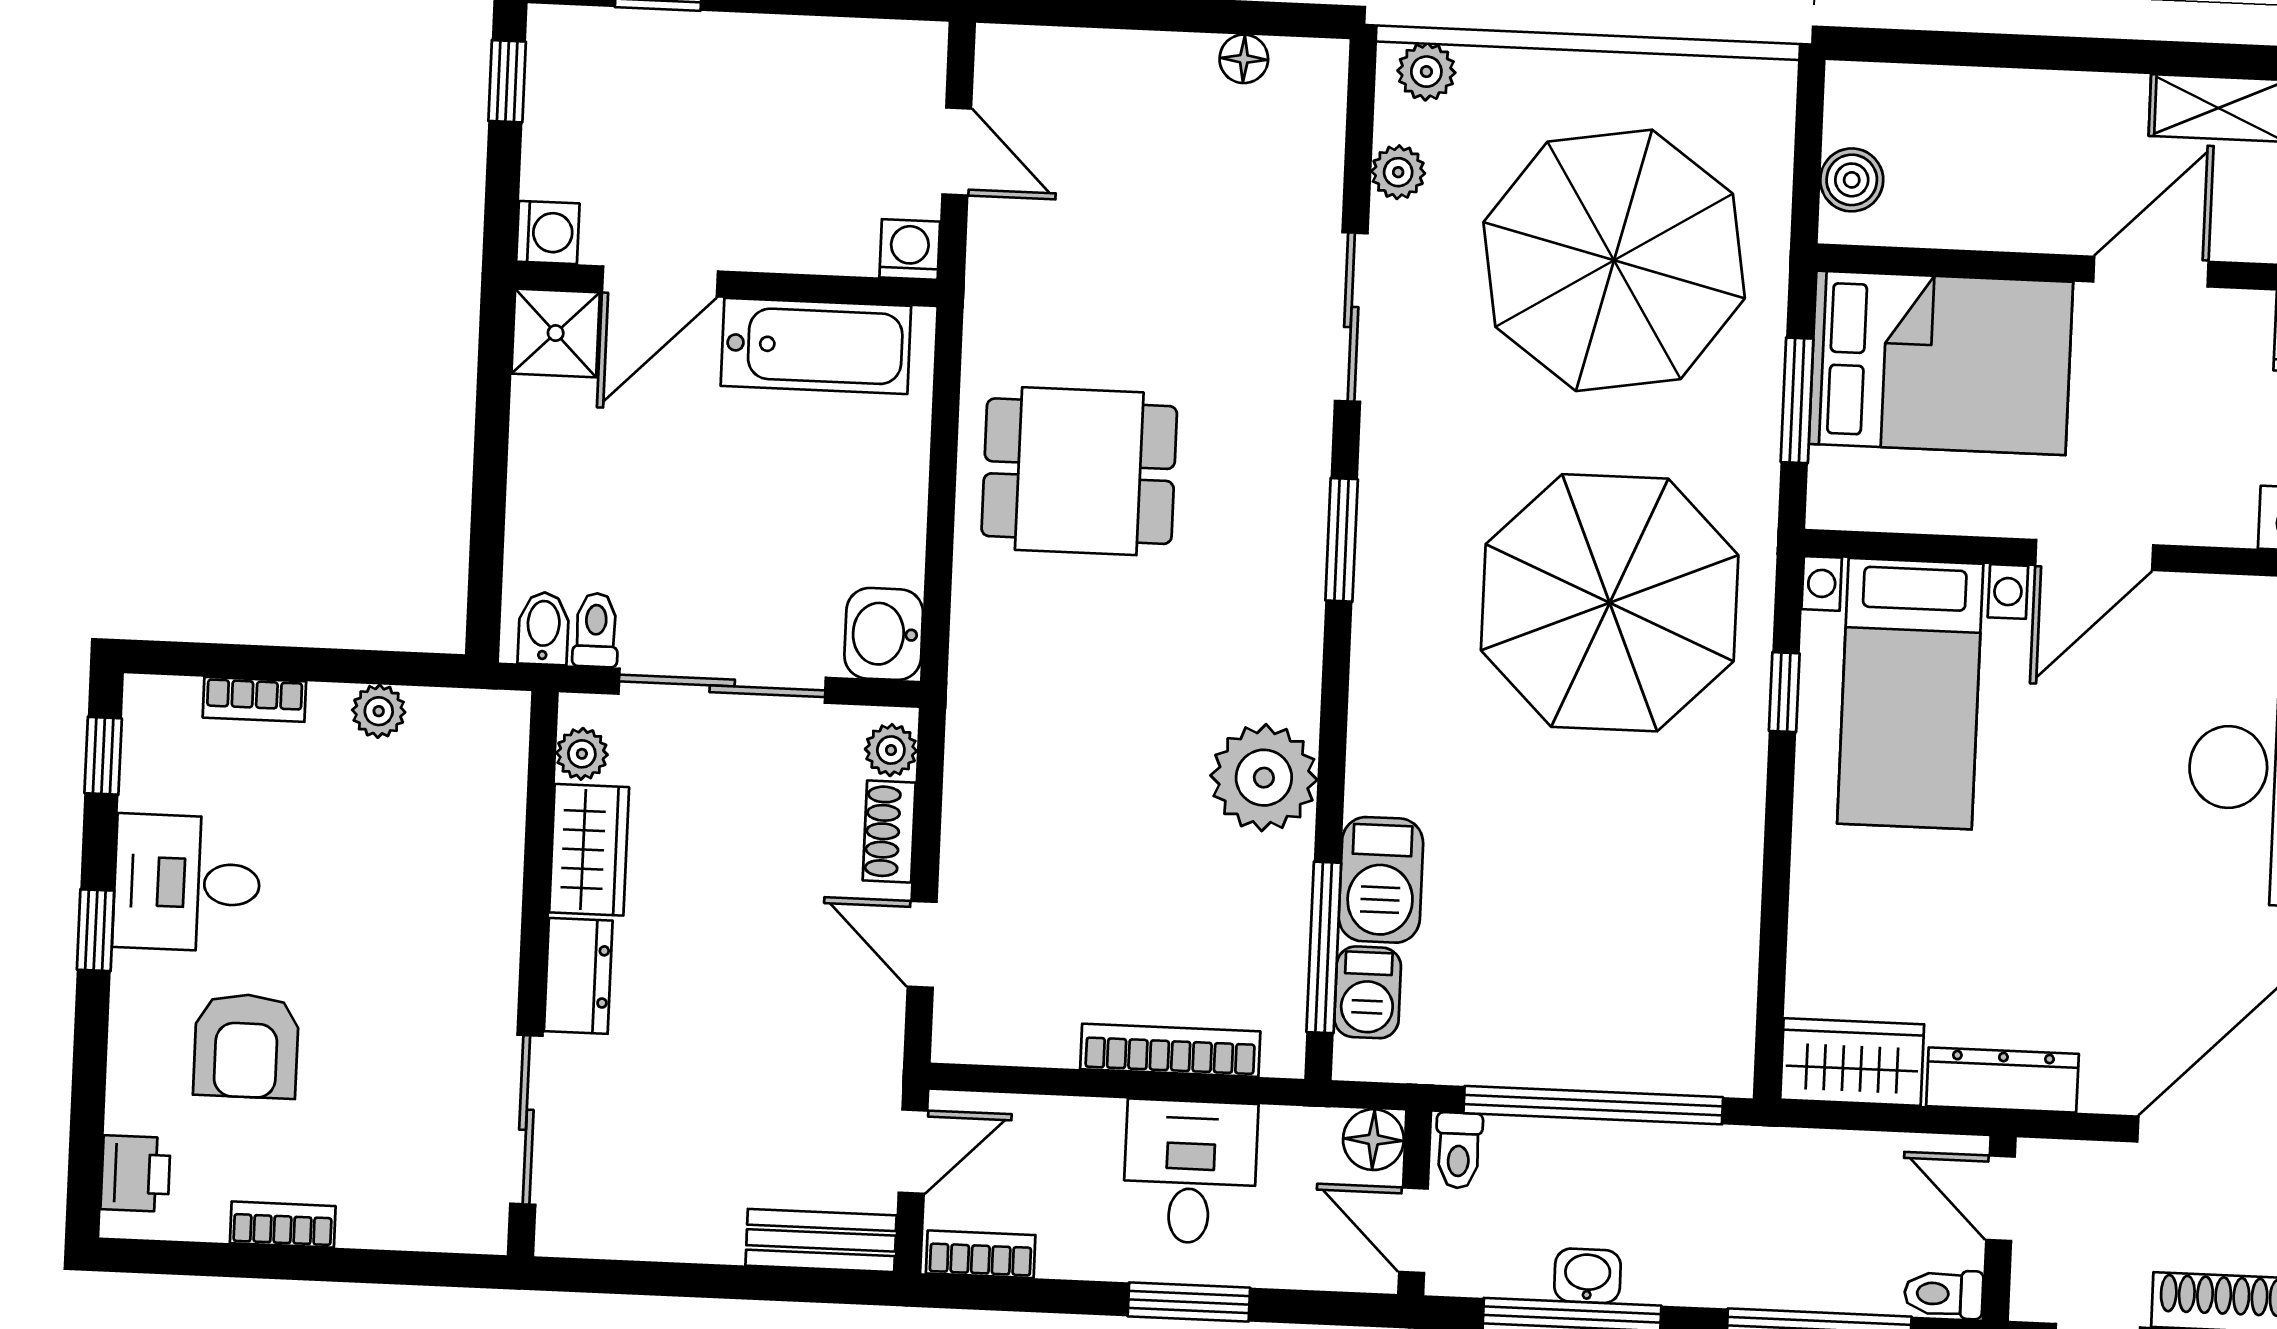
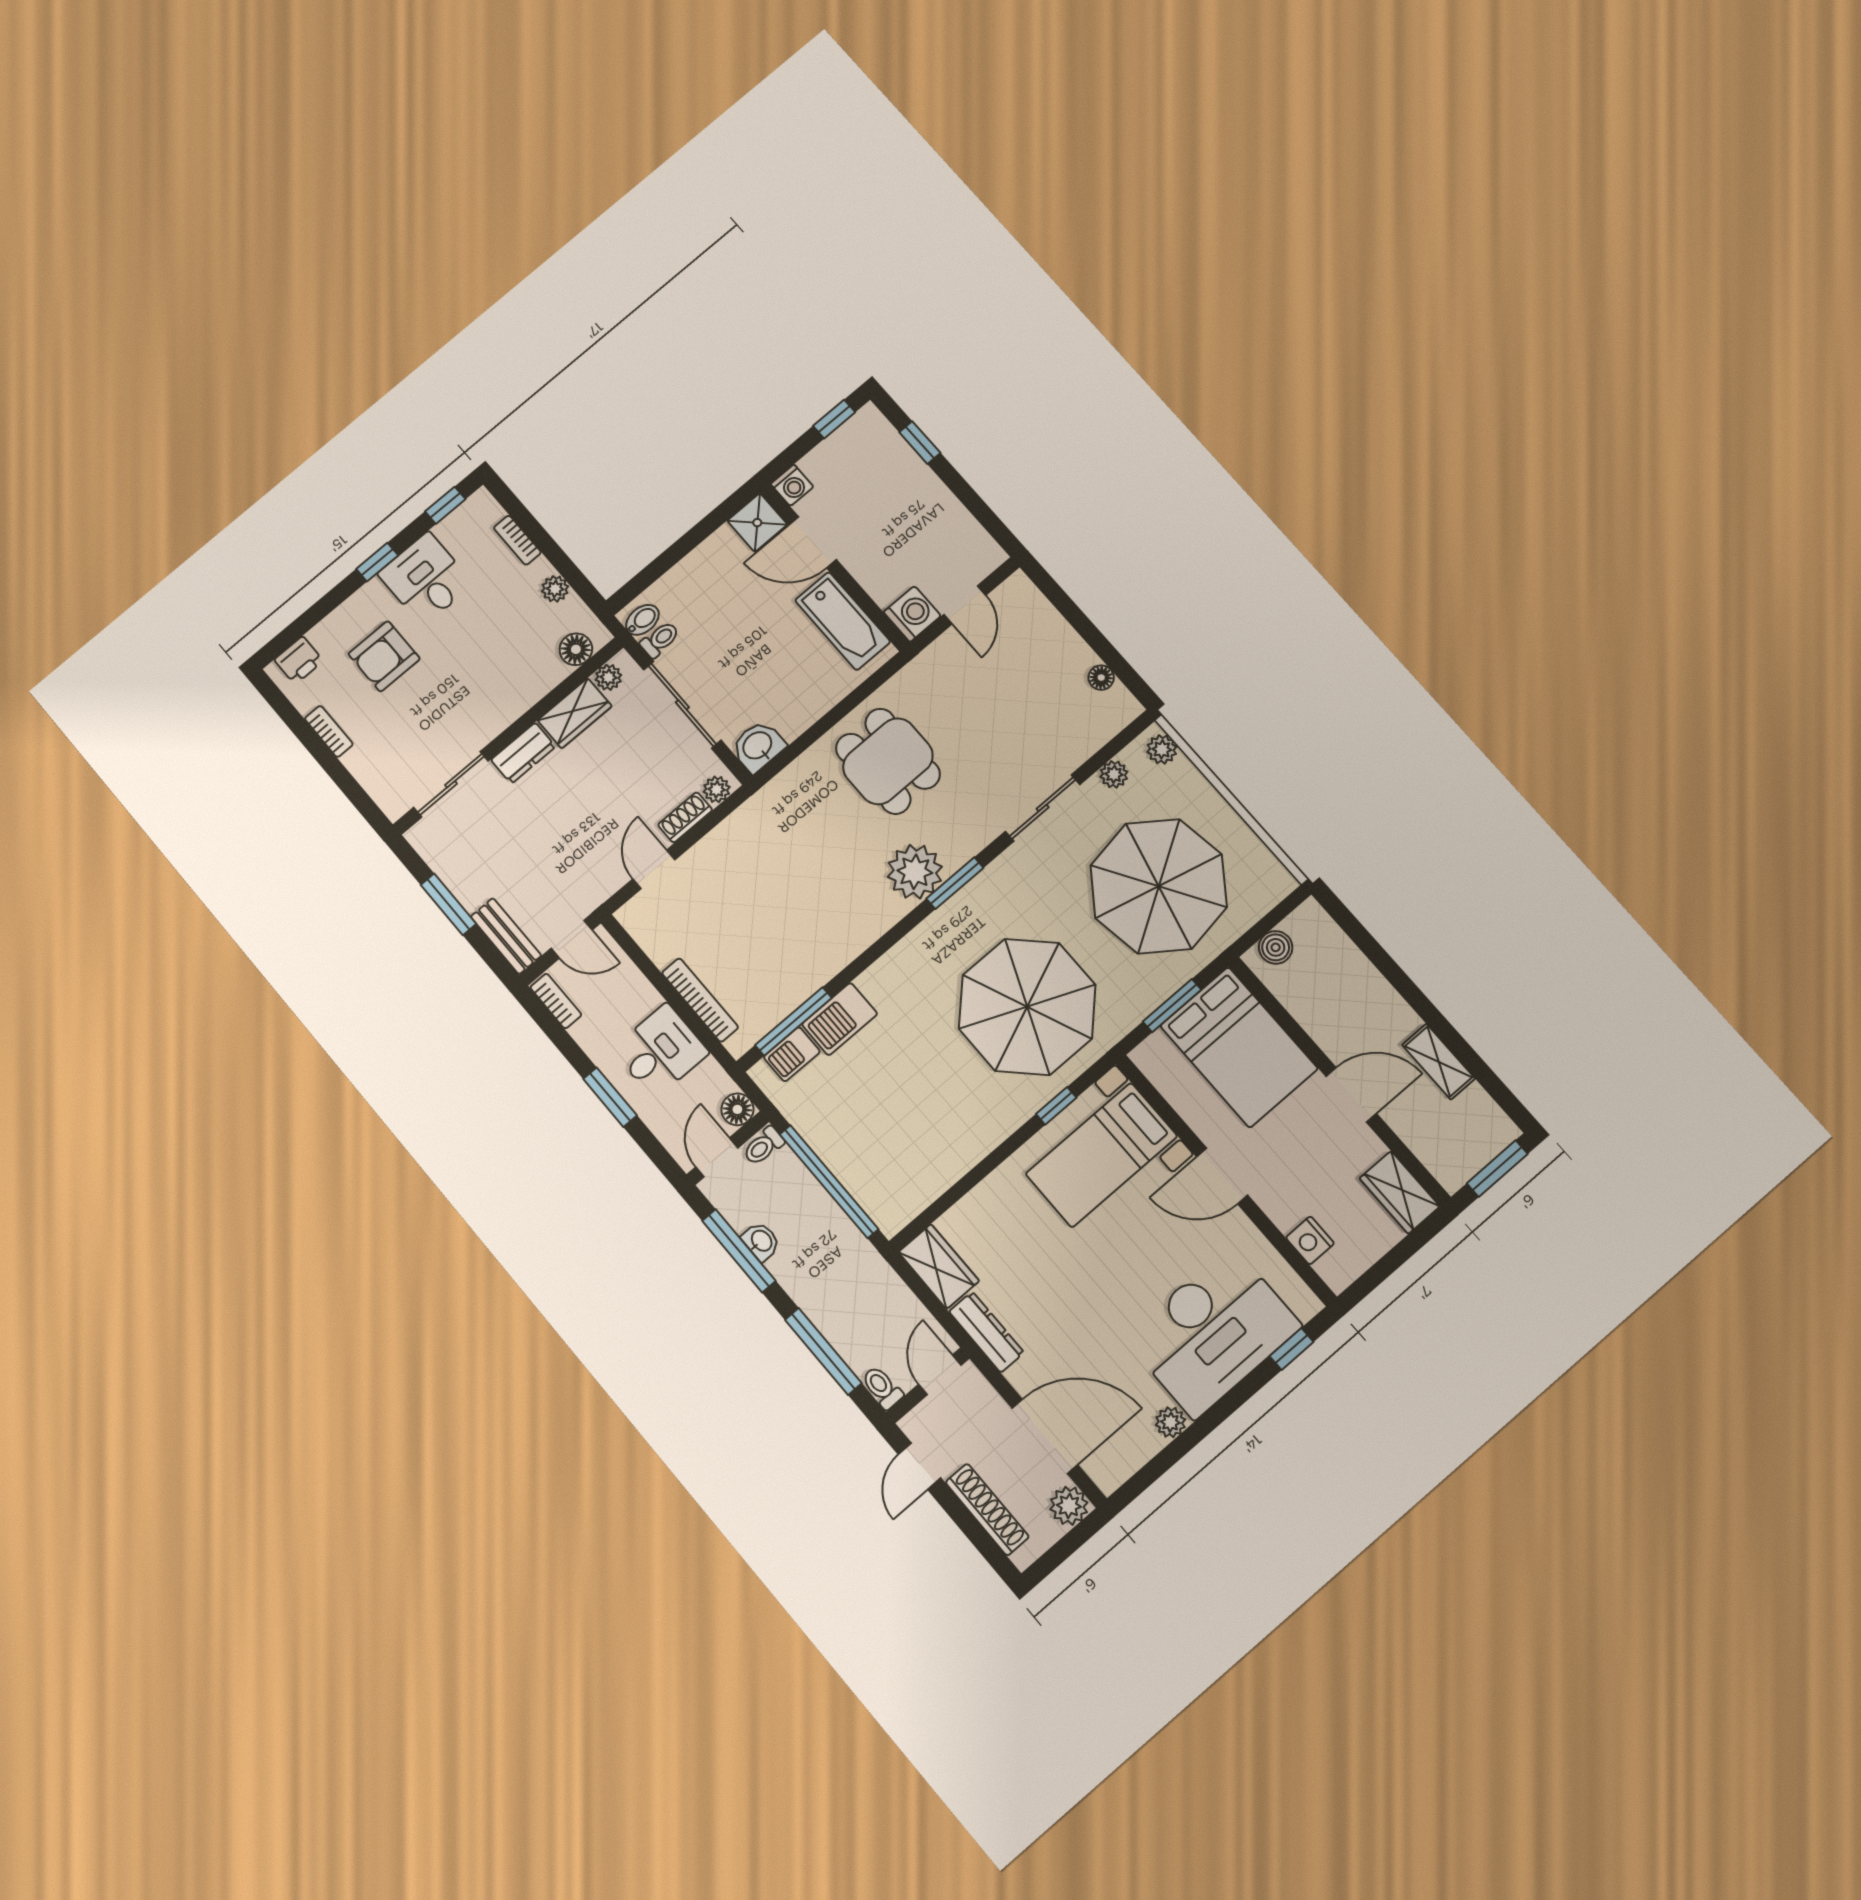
washing machine: (910, 249) -> (912, 614), width x1.38, depth x1.38
floor lamp: (497, 763) -> (576, 649), added
plant: (1264, 778) -> (915, 872), moved
window: (698, 1281) -> (448, 904), added

